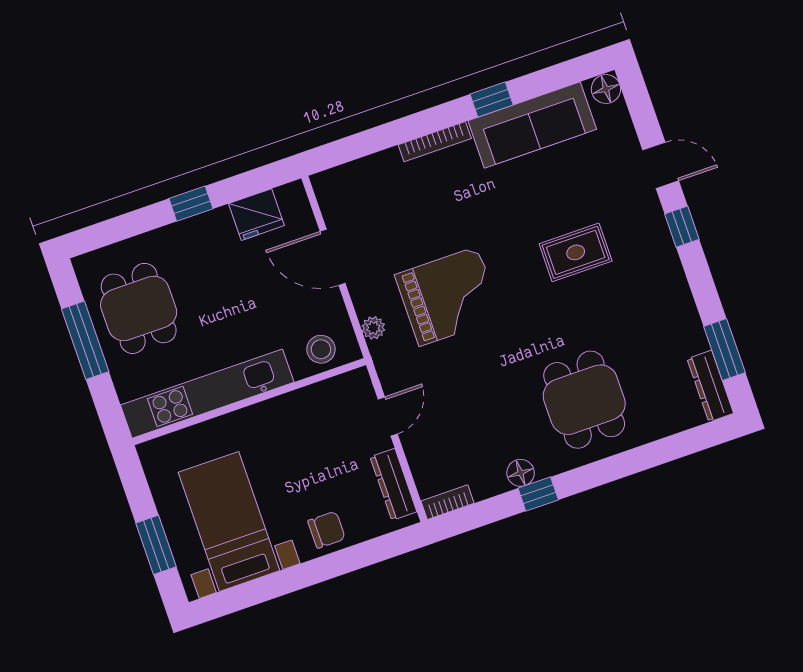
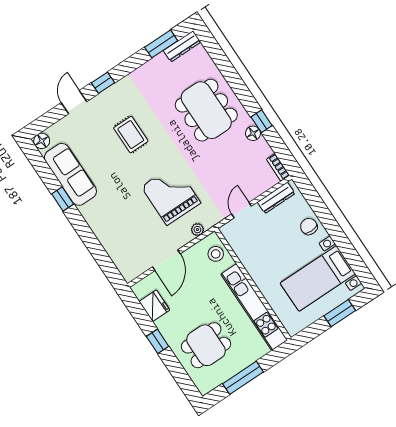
bookcase: (435, 142) -> (92, 223), removed
dining table: (139, 308) -> (206, 345), moved
dining table: (584, 400) -> (206, 110), width x1.38
door: (388, 416) -> (242, 210), hinge flipped

